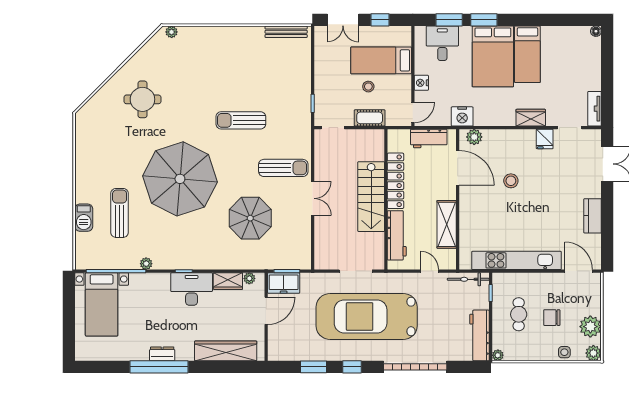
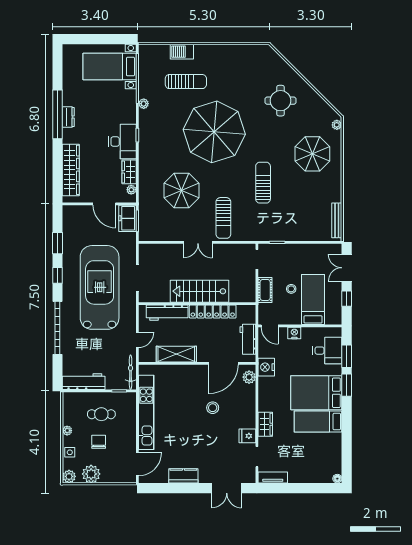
parasol: (206, 61) -> (312, 154), added
plant: (498, 355) -> (67, 431), moved

